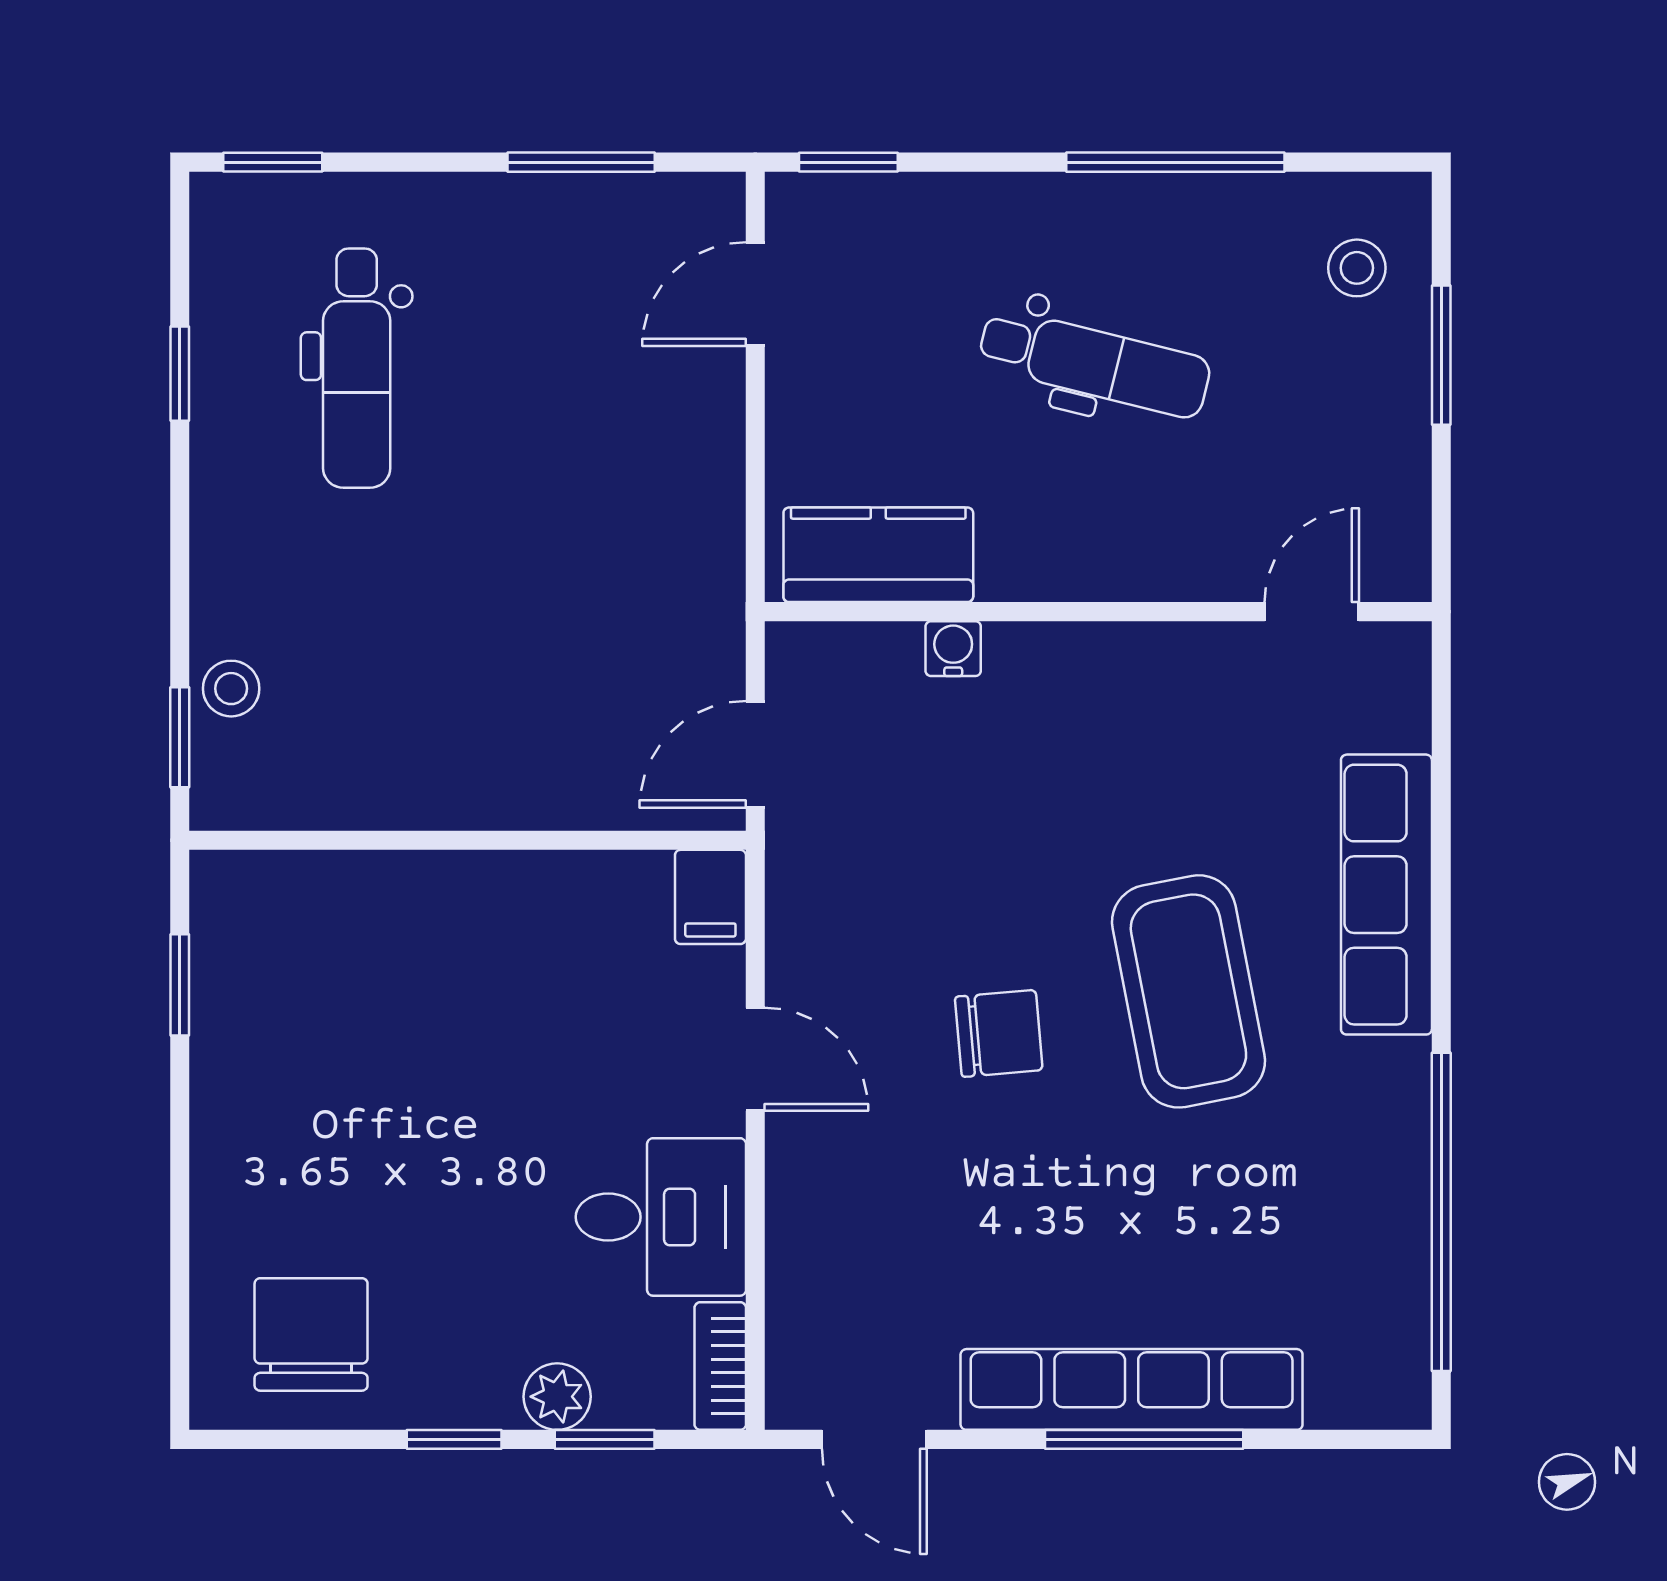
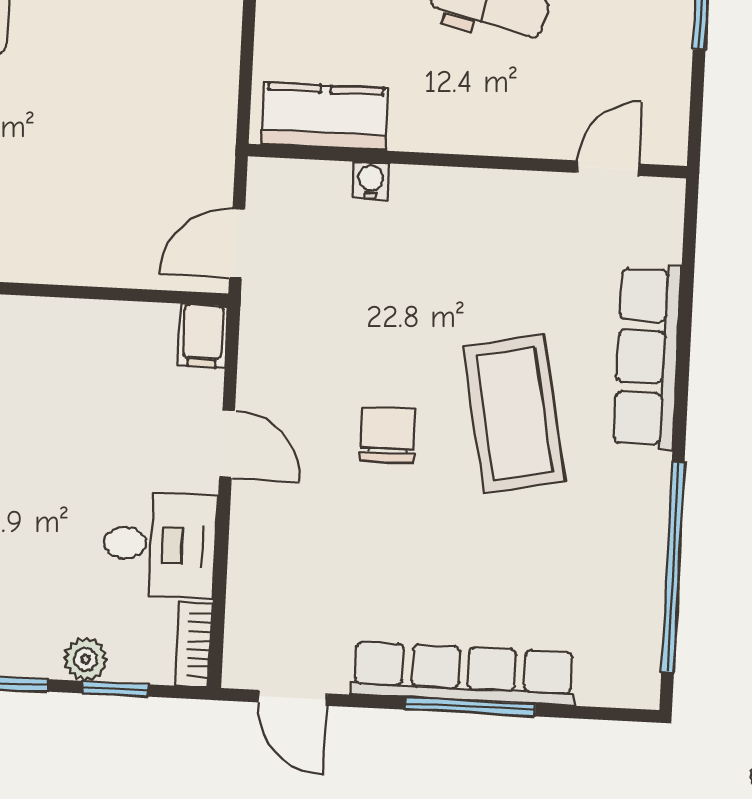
chair: (999, 1033) -> (388, 435), turned -85

